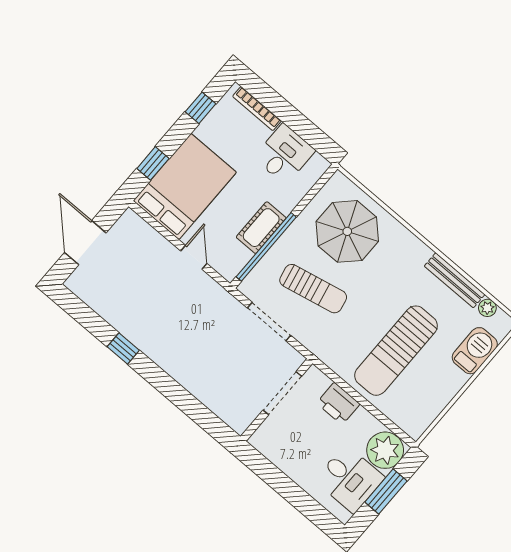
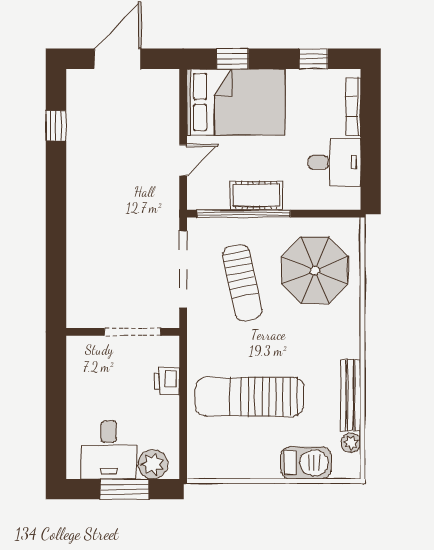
doorway: (269, 322) -> (183, 269), width x1.36
window: (123, 349) -> (56, 126), moved
printer: (338, 404) -> (167, 381), width x0.73, depth x0.81
plant: (385, 450) -> (153, 464), width x0.73, depth x0.73

